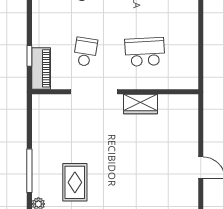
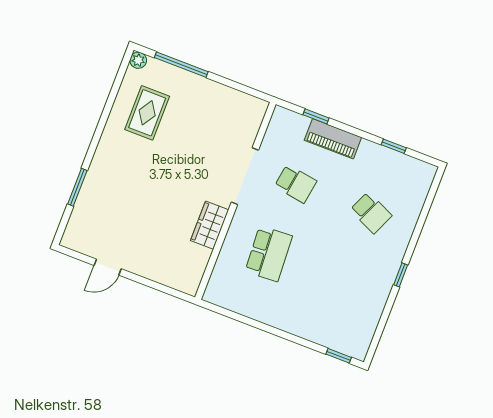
piano: (41, 68) -> (333, 139), moved
rug: (75, 182) -> (147, 113), turned 90

